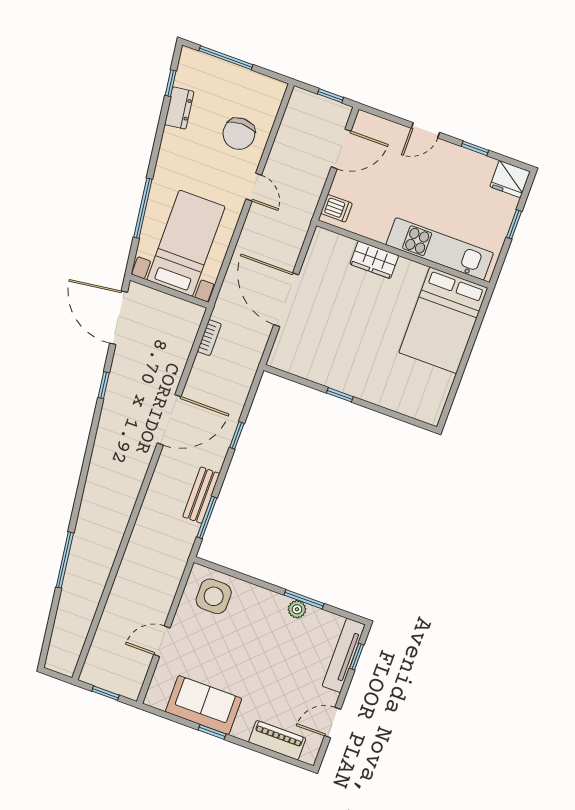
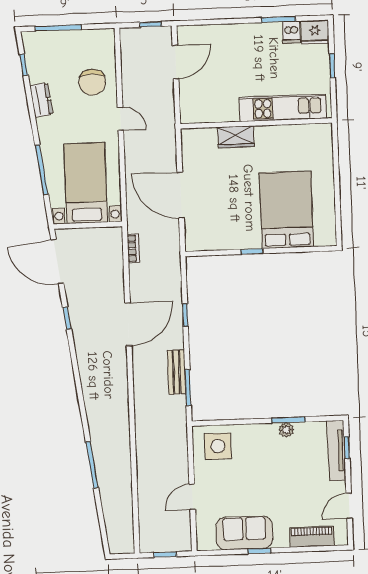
dresser: (179, 108) -> (41, 100), moved
door: (425, 130) -> (235, 21), removed
window: (475, 148) -> (278, 19), width x1.50
dishwasher: (337, 208) -> (291, 32), moved, turned 90
bed: (443, 320) -> (286, 210), moved, turned 180

